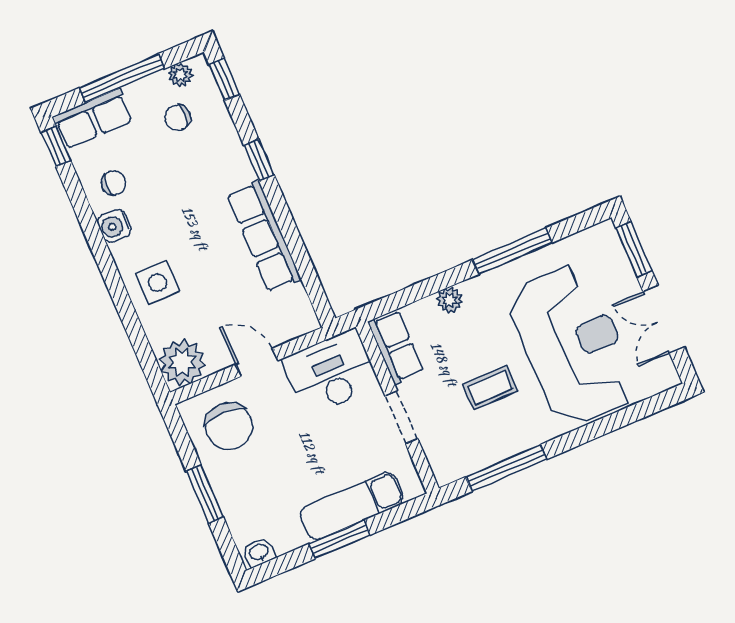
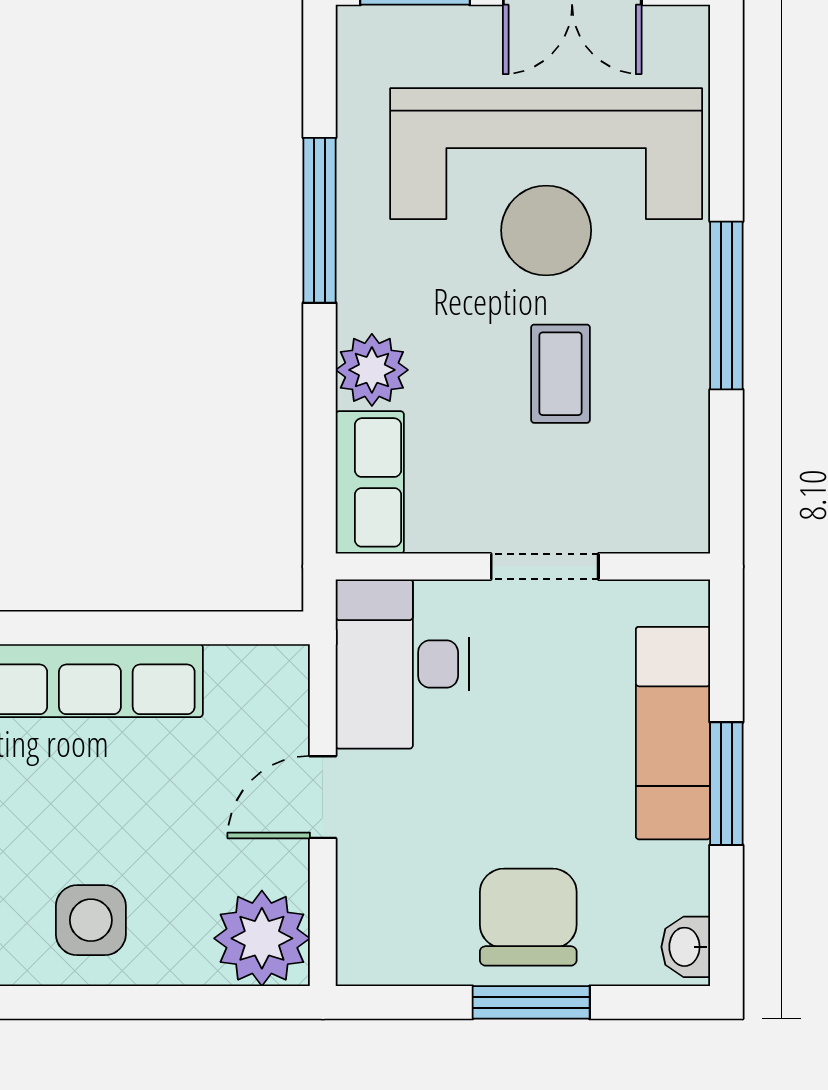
plant: (450, 300) -> (372, 370), width x1.38, depth x1.38
reception desk: (573, 344) -> (546, 182), turned 180
row of seats: (396, 347) -> (370, 482), moved, turned 90
chair: (229, 426) -> (528, 917), moved, turned -90
window: (506, 468) -> (726, 306), moved

